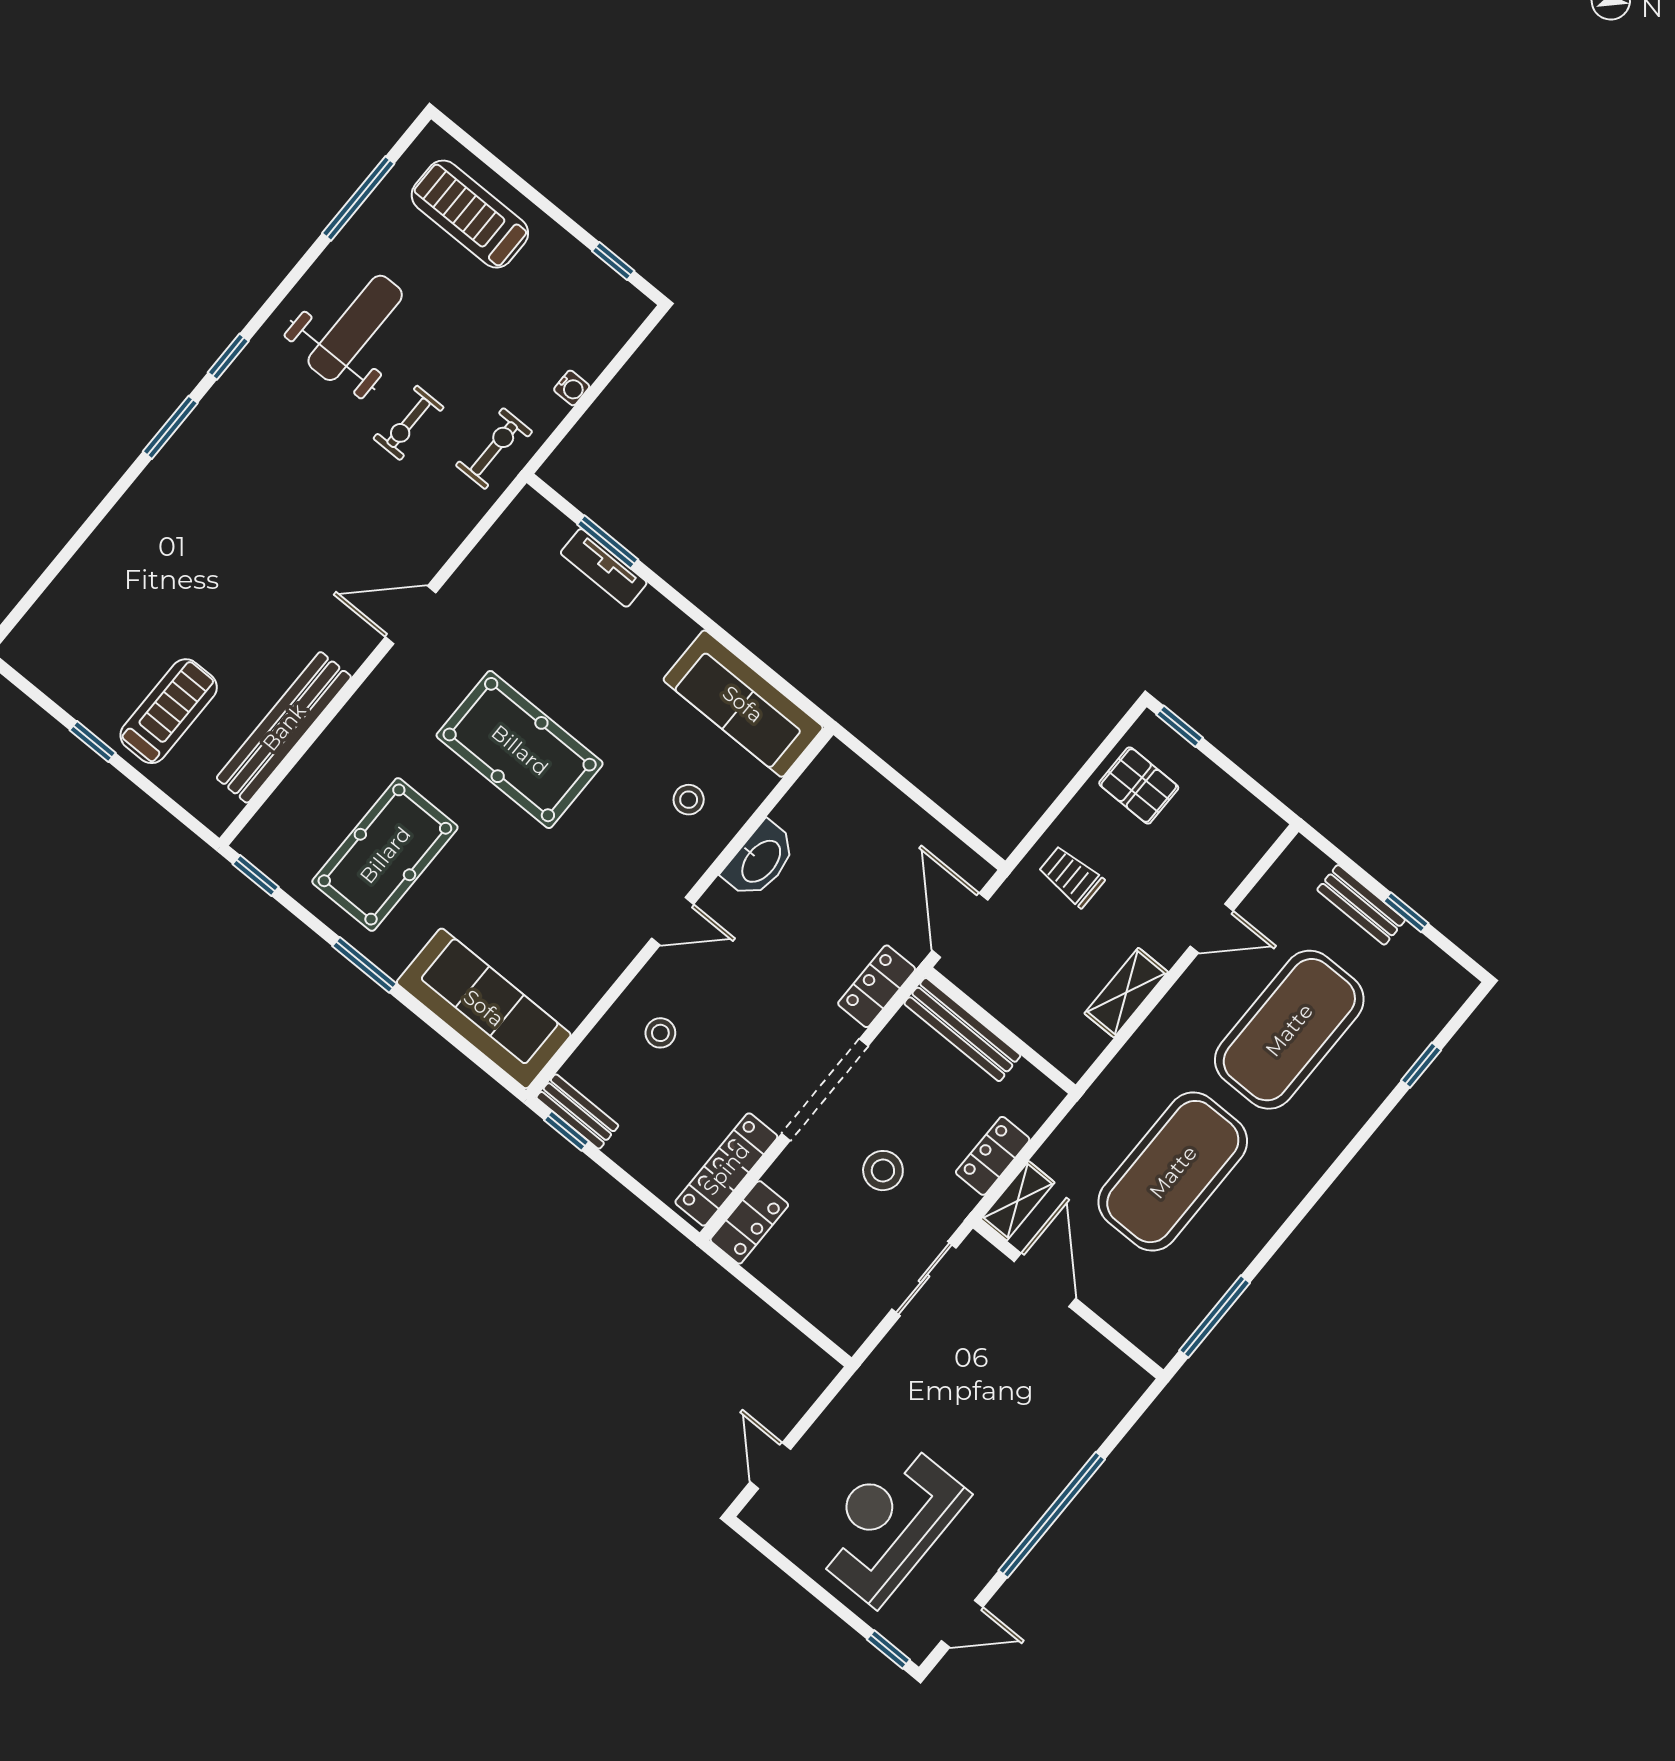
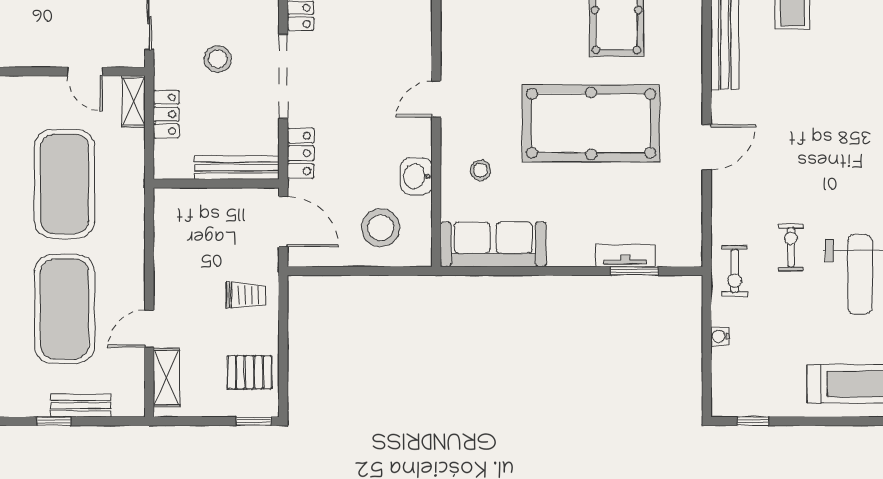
pool table: (520, 750) -> (591, 123), width x1.36, depth x1.32
washbasin: (760, 860) -> (416, 176), width x0.72
shelving: (1126, 993) -> (167, 377), moved
stool: (660, 1033) -> (381, 228), moved, width x1.89, depth x1.89
door: (1045, 1280) -> (85, 71), width x0.73

